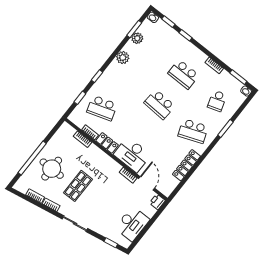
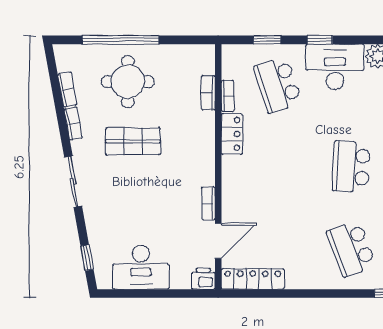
desk: (132, 155) -> (335, 67), moved, turned 90
locker: (186, 165) -> (253, 279), moved

